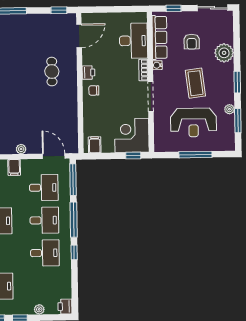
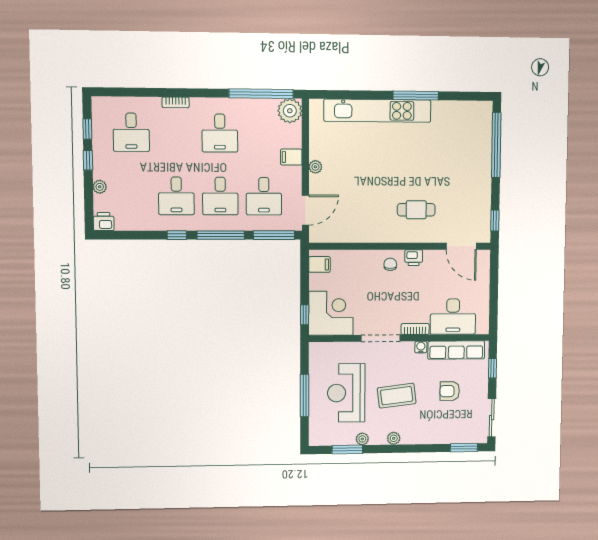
plant: (224, 53) -> (394, 438), moved, width x0.53, depth x0.53
window: (237, 82) -> (464, 448), moved

